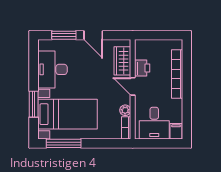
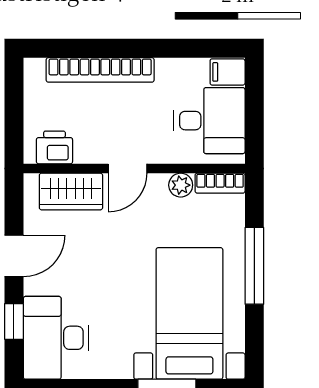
window: (64, 35) -> (14, 322), width x0.67
printer: (142, 68) -> (54, 147), moved
desk: (52, 69) -> (56, 338), moved, turned 90
window: (64, 143) -> (254, 266), moved

